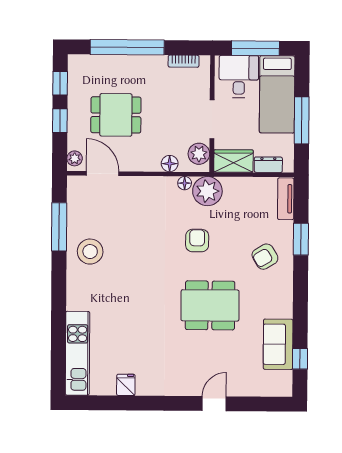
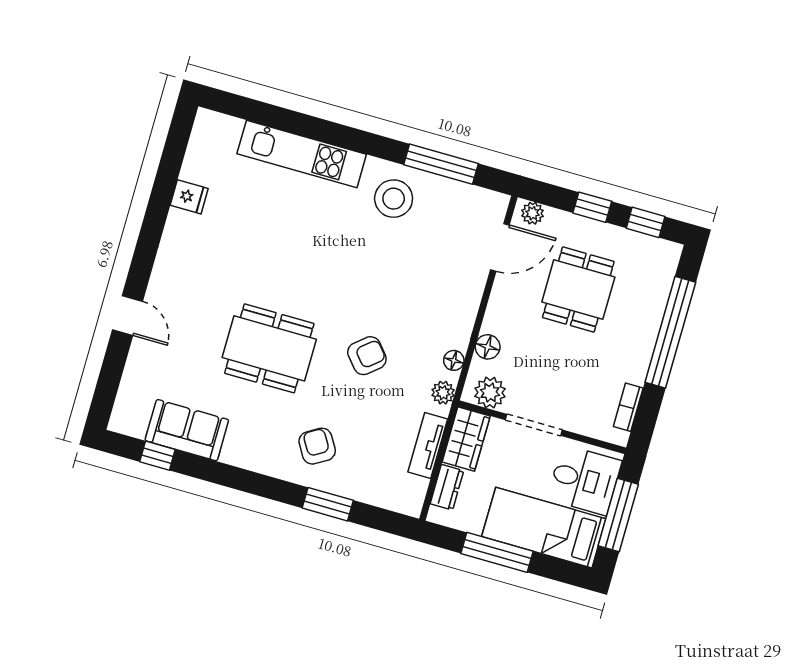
plant: (207, 191) -> (443, 393), width x0.53, depth x0.53
tv unit: (286, 199) -> (428, 445), moved, turned -90
armchair: (197, 241) -> (367, 356), turned -40
dining table: (210, 305) -> (269, 348), turned 90
kitchen unit: (77, 353) -> (302, 154), moved

